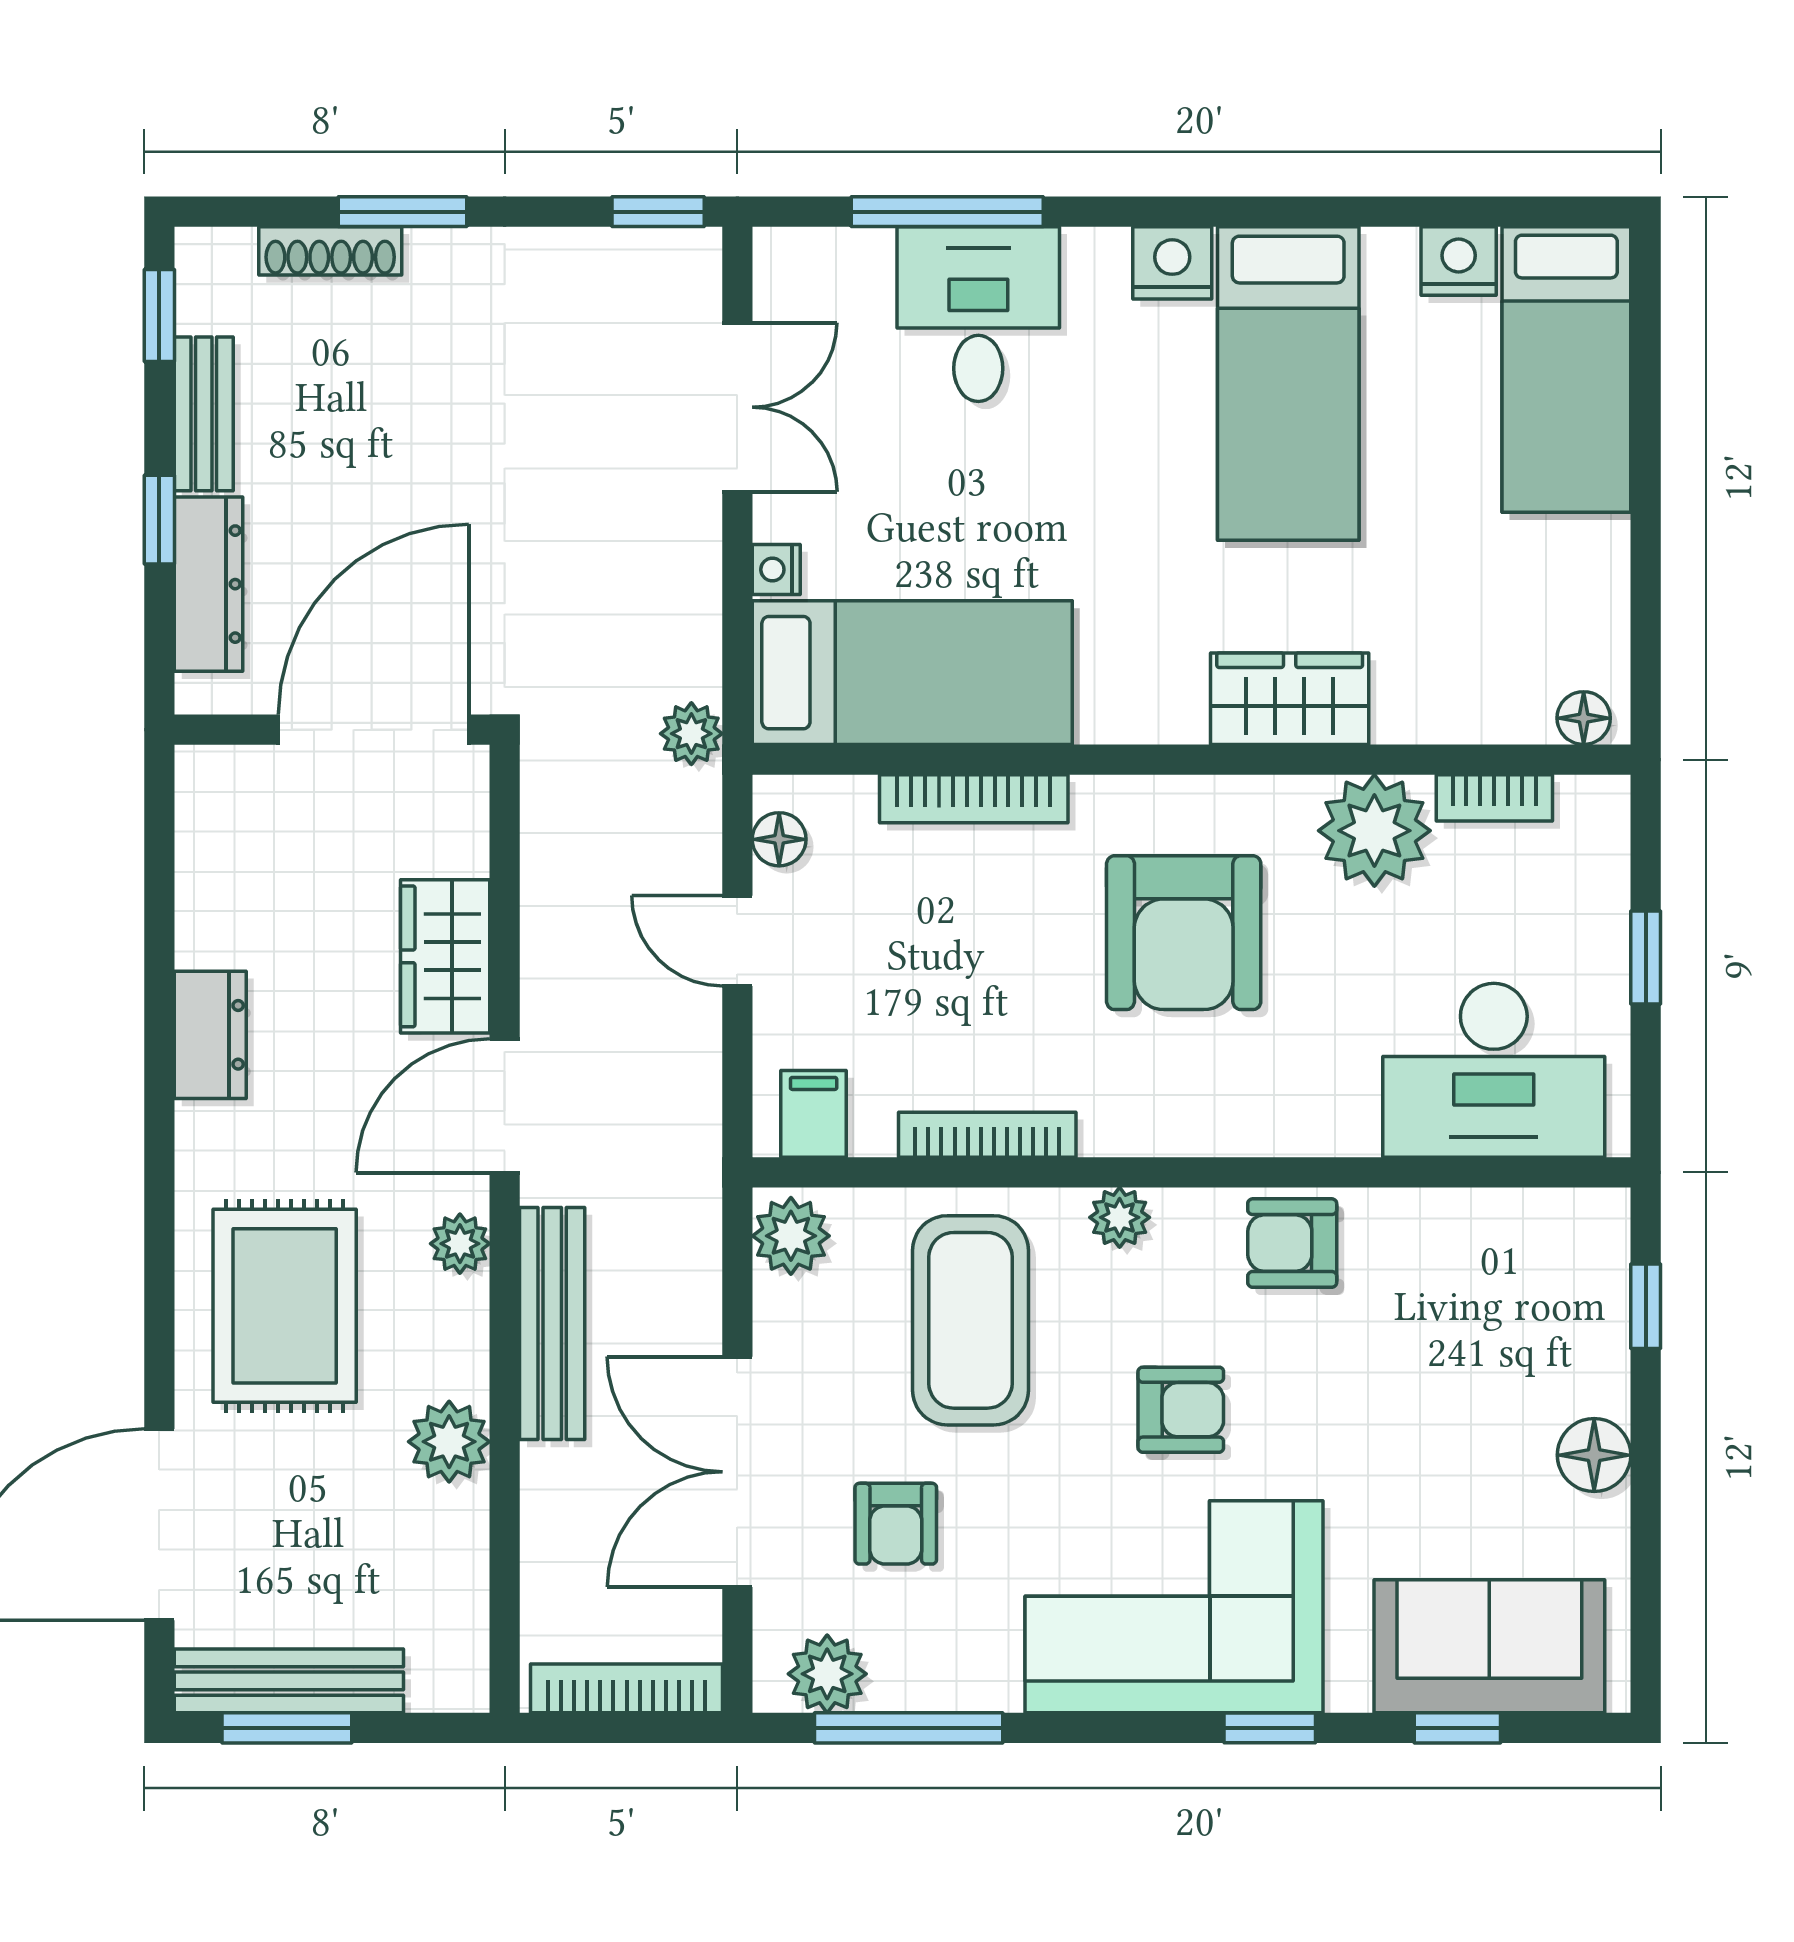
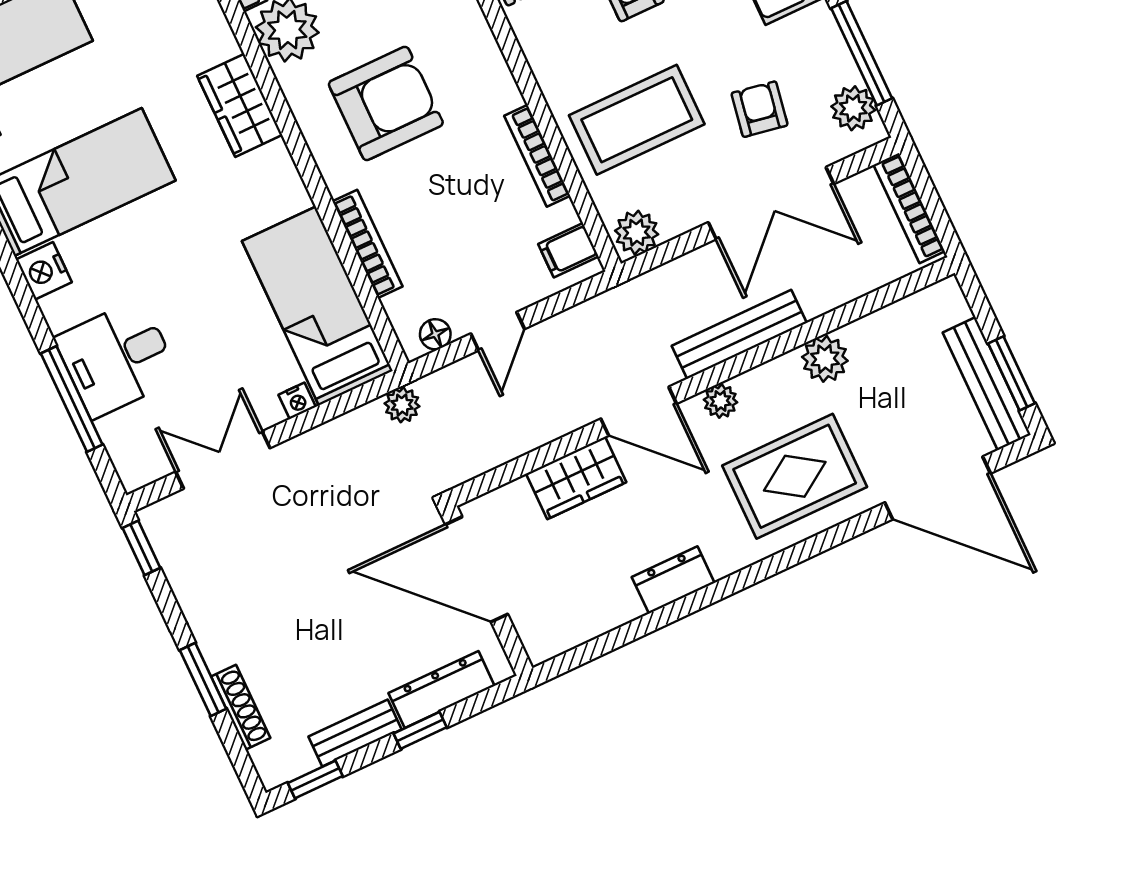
plant: (1120, 1217) -> (548, 68), removed
armchair: (896, 1524) -> (759, 109), turned -80

